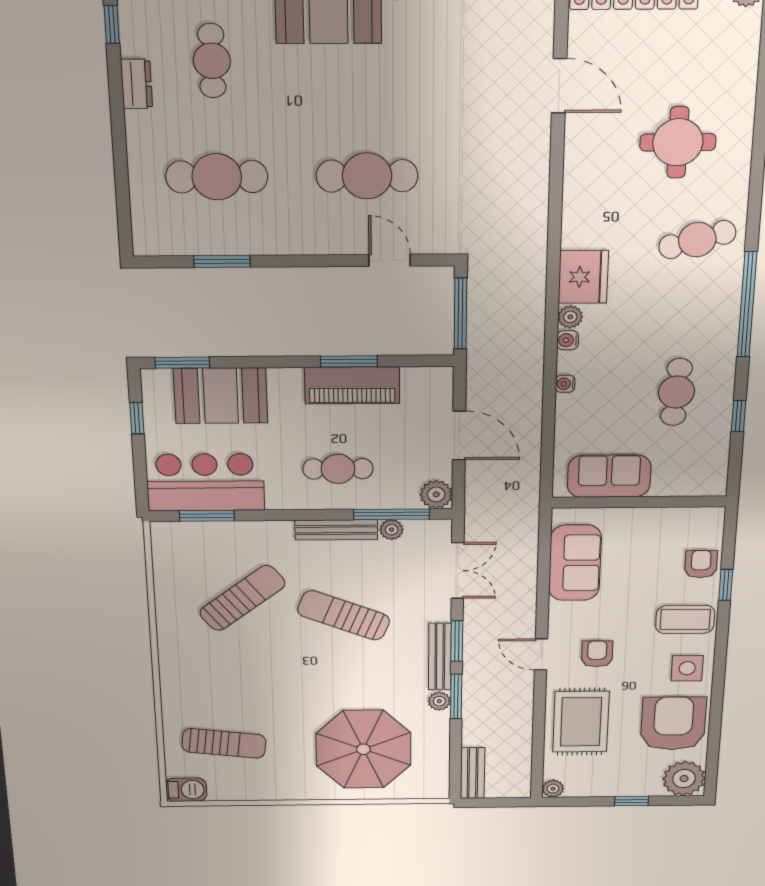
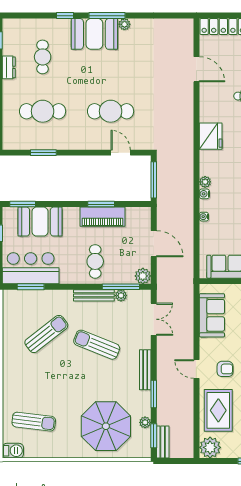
fridge: (583, 277) -> (211, 136), moved
cafe table: (338, 469) -> (95, 261), turned 90
window: (457, 641) -> (154, 436), moved
armchair: (597, 654) -> (225, 369), turned 90
plant: (439, 701) -> (145, 422), moved
plant: (553, 789) -> (210, 447), width x1.88, depth x1.88

